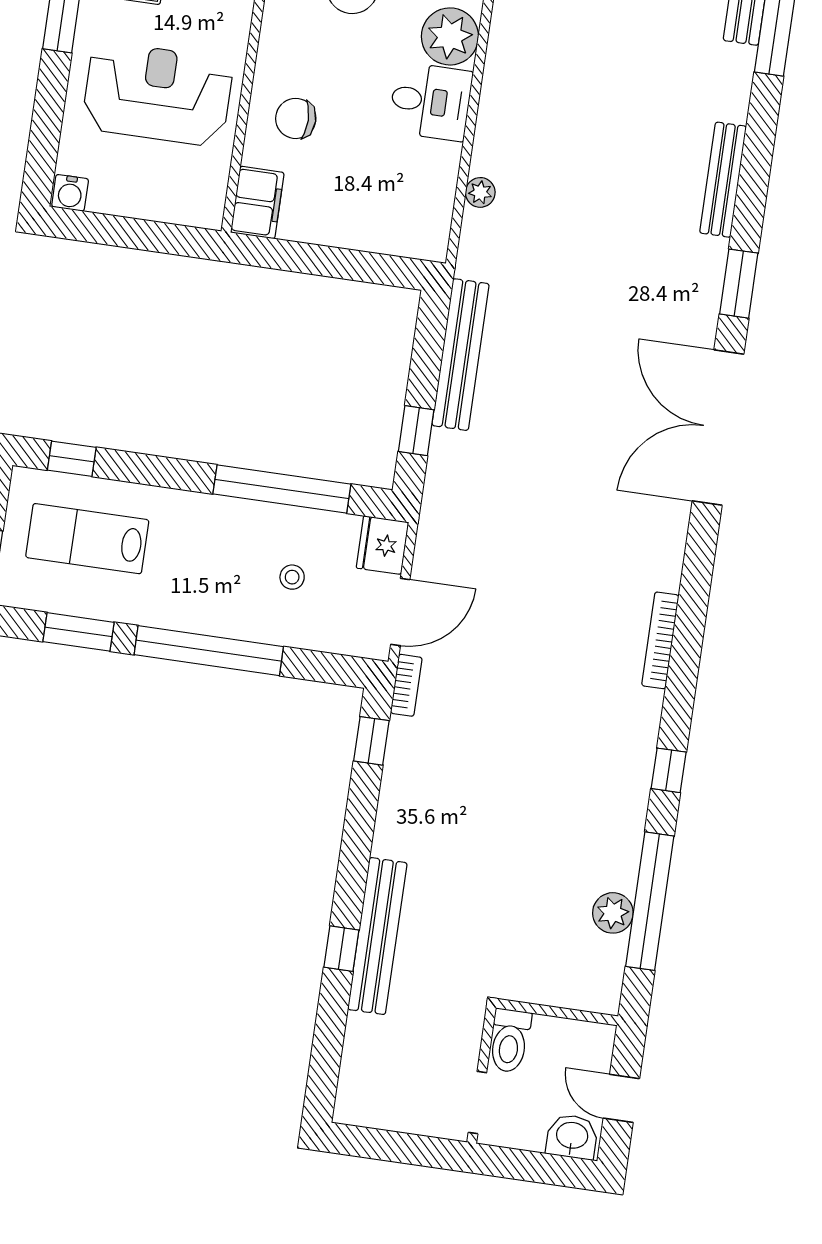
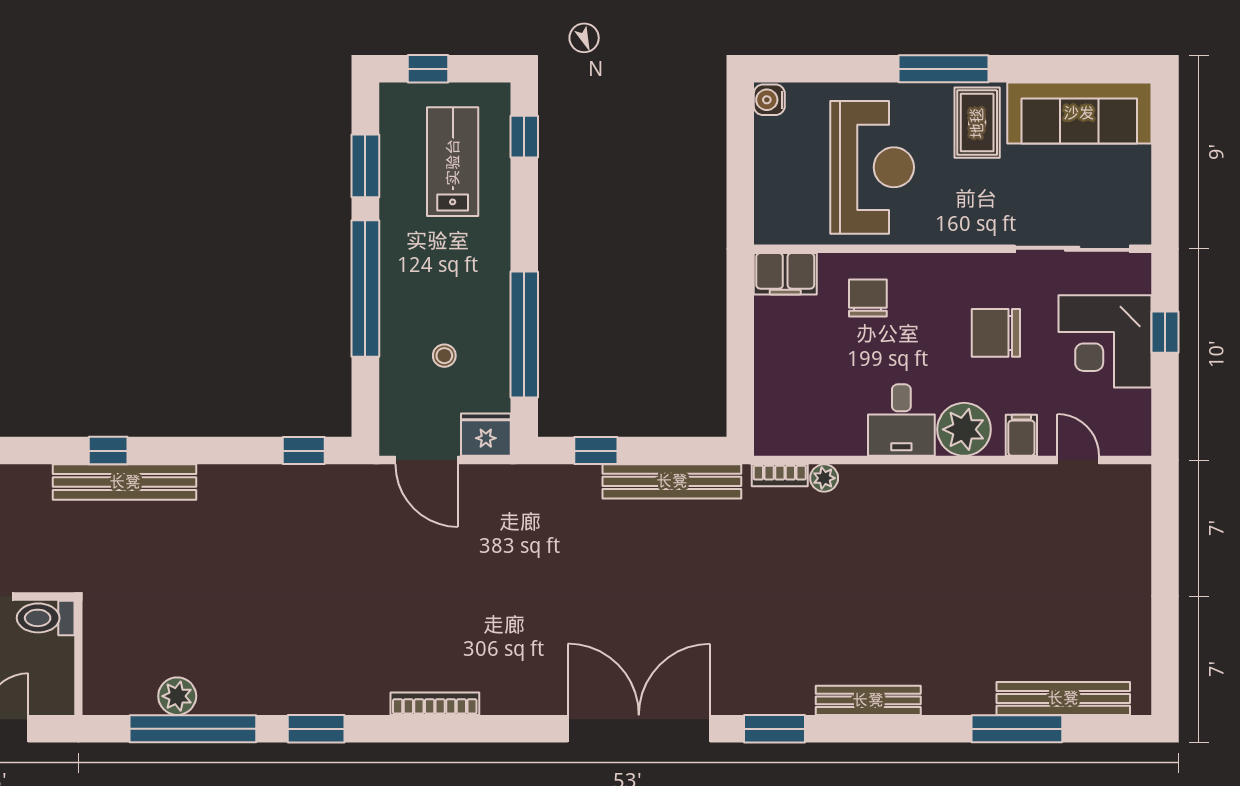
bookcase: (406, 685) -> (780, 475), moved
window: (669, 770) -> (316, 729), width x1.50

